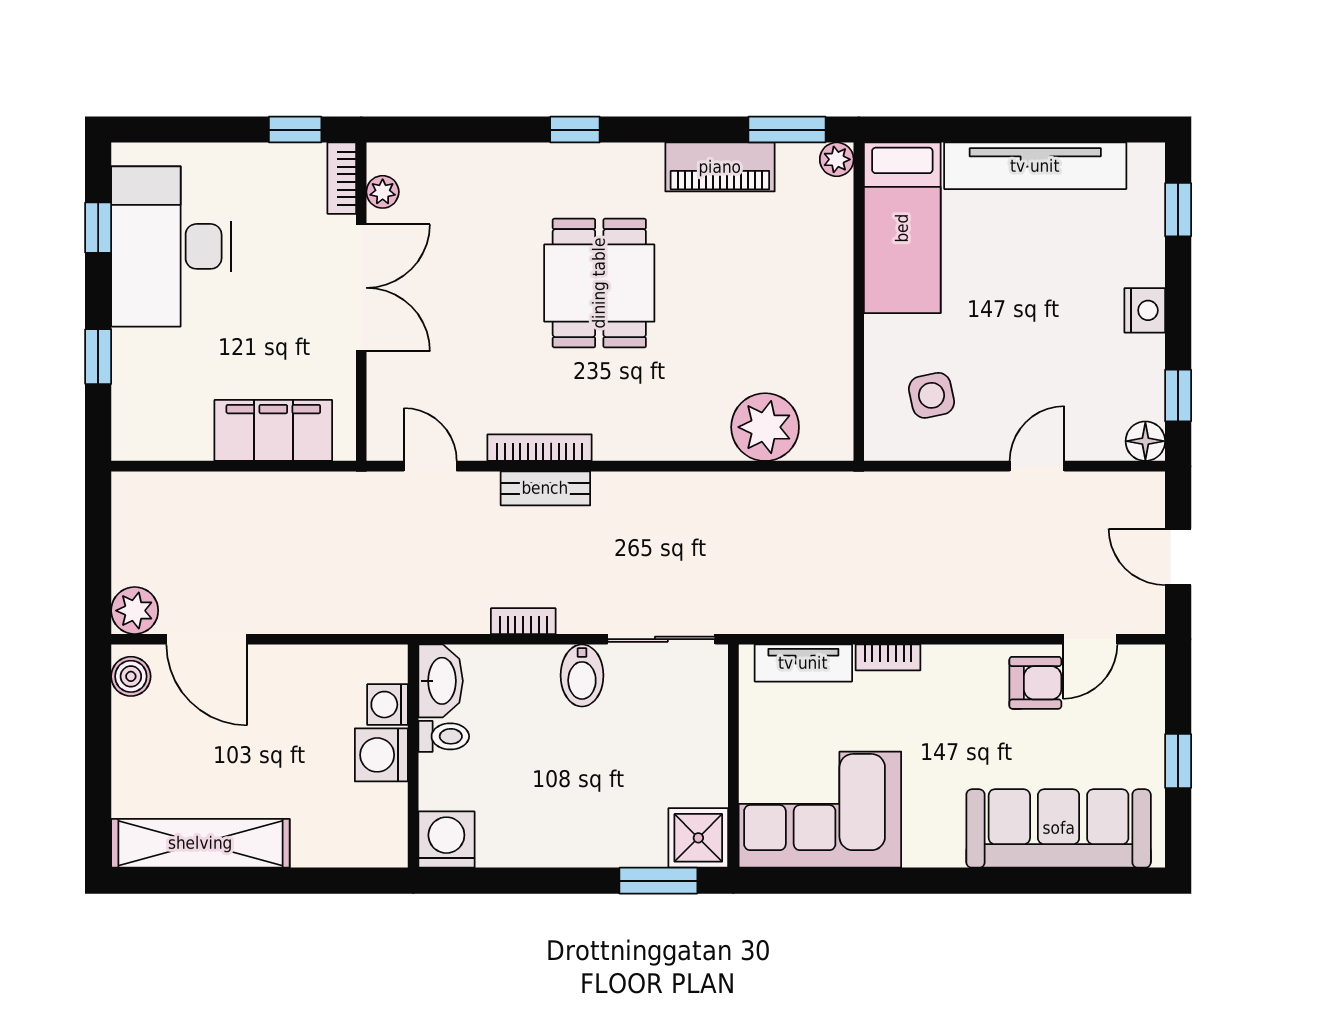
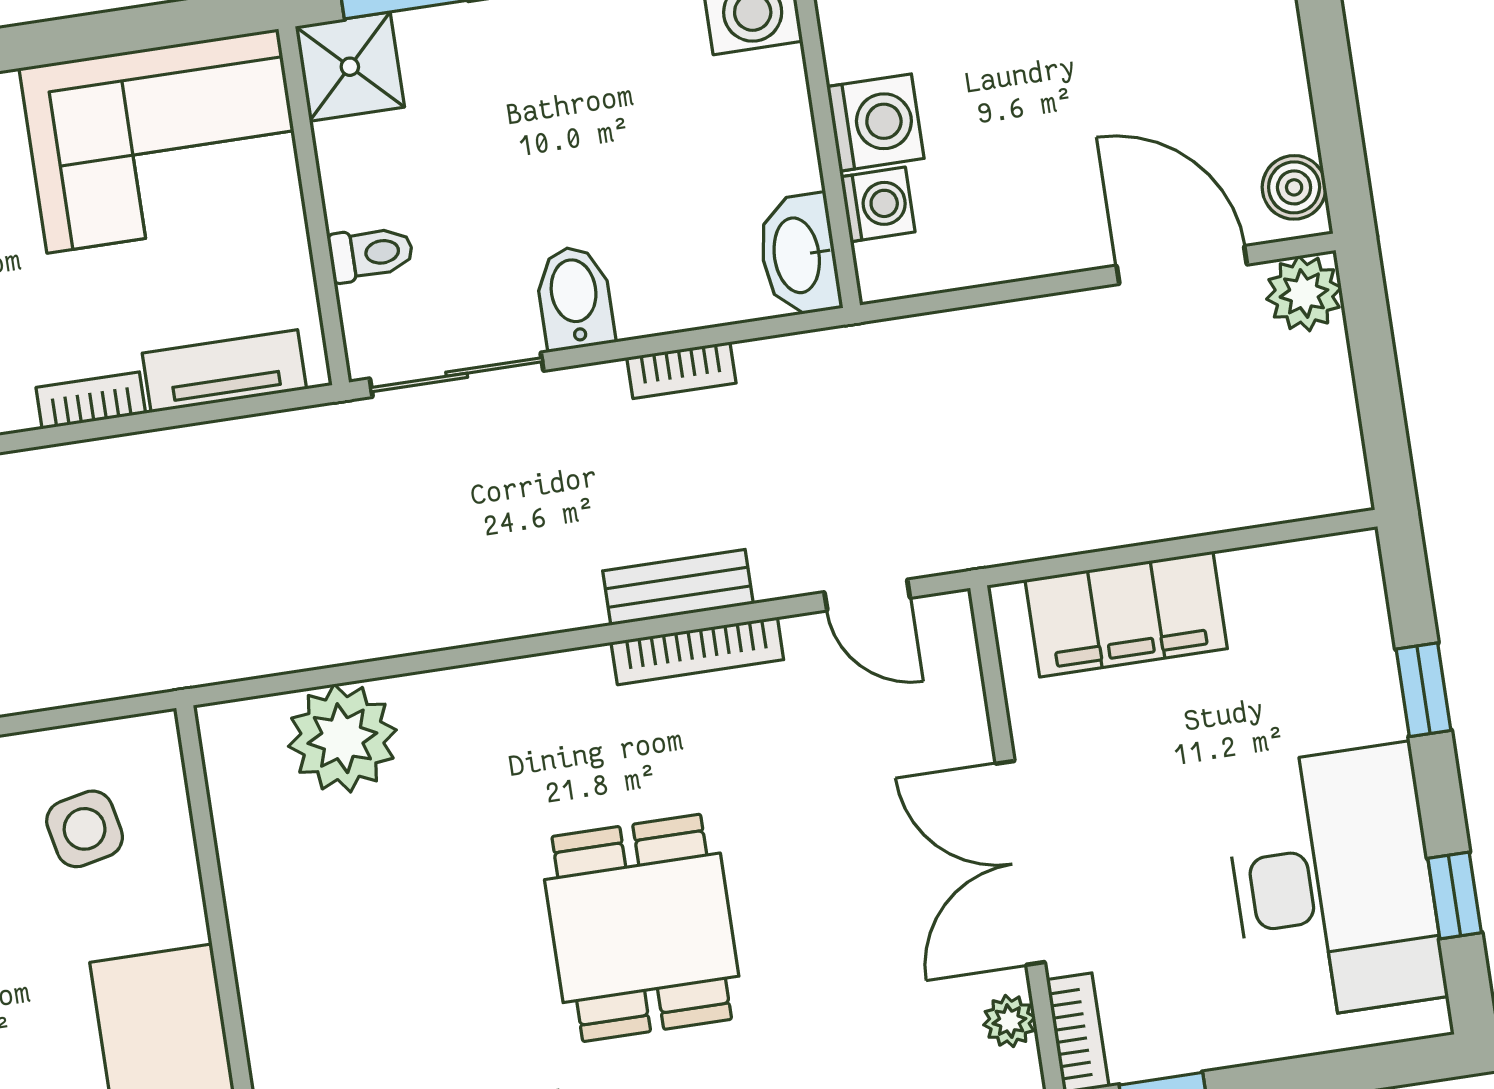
toilet: (444, 736) -> (371, 254), moved, turned 180

